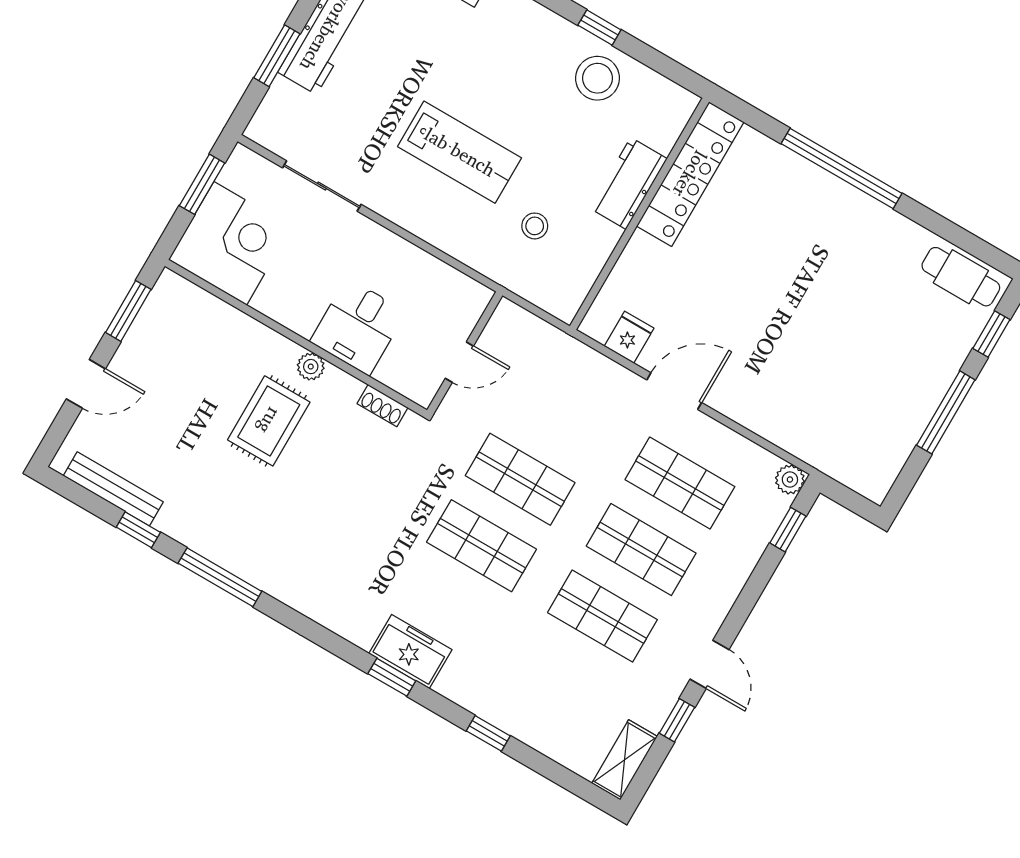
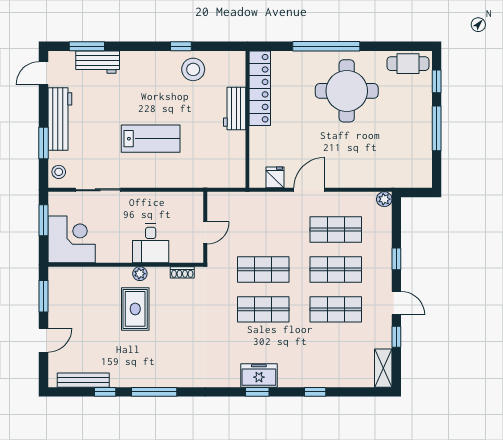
stool: (535, 226) -> (59, 172), moved
round table: (832, 263) -> (347, 91), added
window: (788, 530) -> (396, 259), moved

